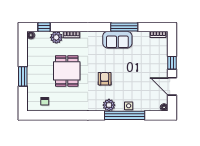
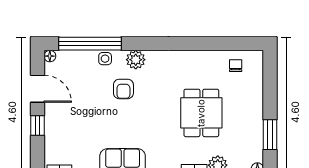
window: (23, 76) -> (270, 135), moved
armchair: (105, 79) -> (123, 89), moved
window: (125, 115) -> (90, 44), moved

